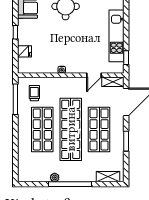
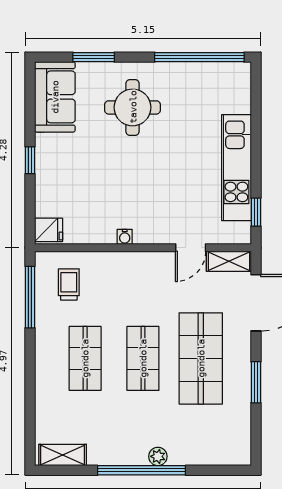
fridge: (24, 51) -> (49, 230), moved
shop shelf: (42, 129) -> (85, 358), width x0.70, depth x0.74
shop shelf: (71, 129) -> (143, 358), width x0.50, depth x0.74
plant: (55, 177) -> (158, 456), moved
shelving: (108, 177) -> (63, 455), moved

